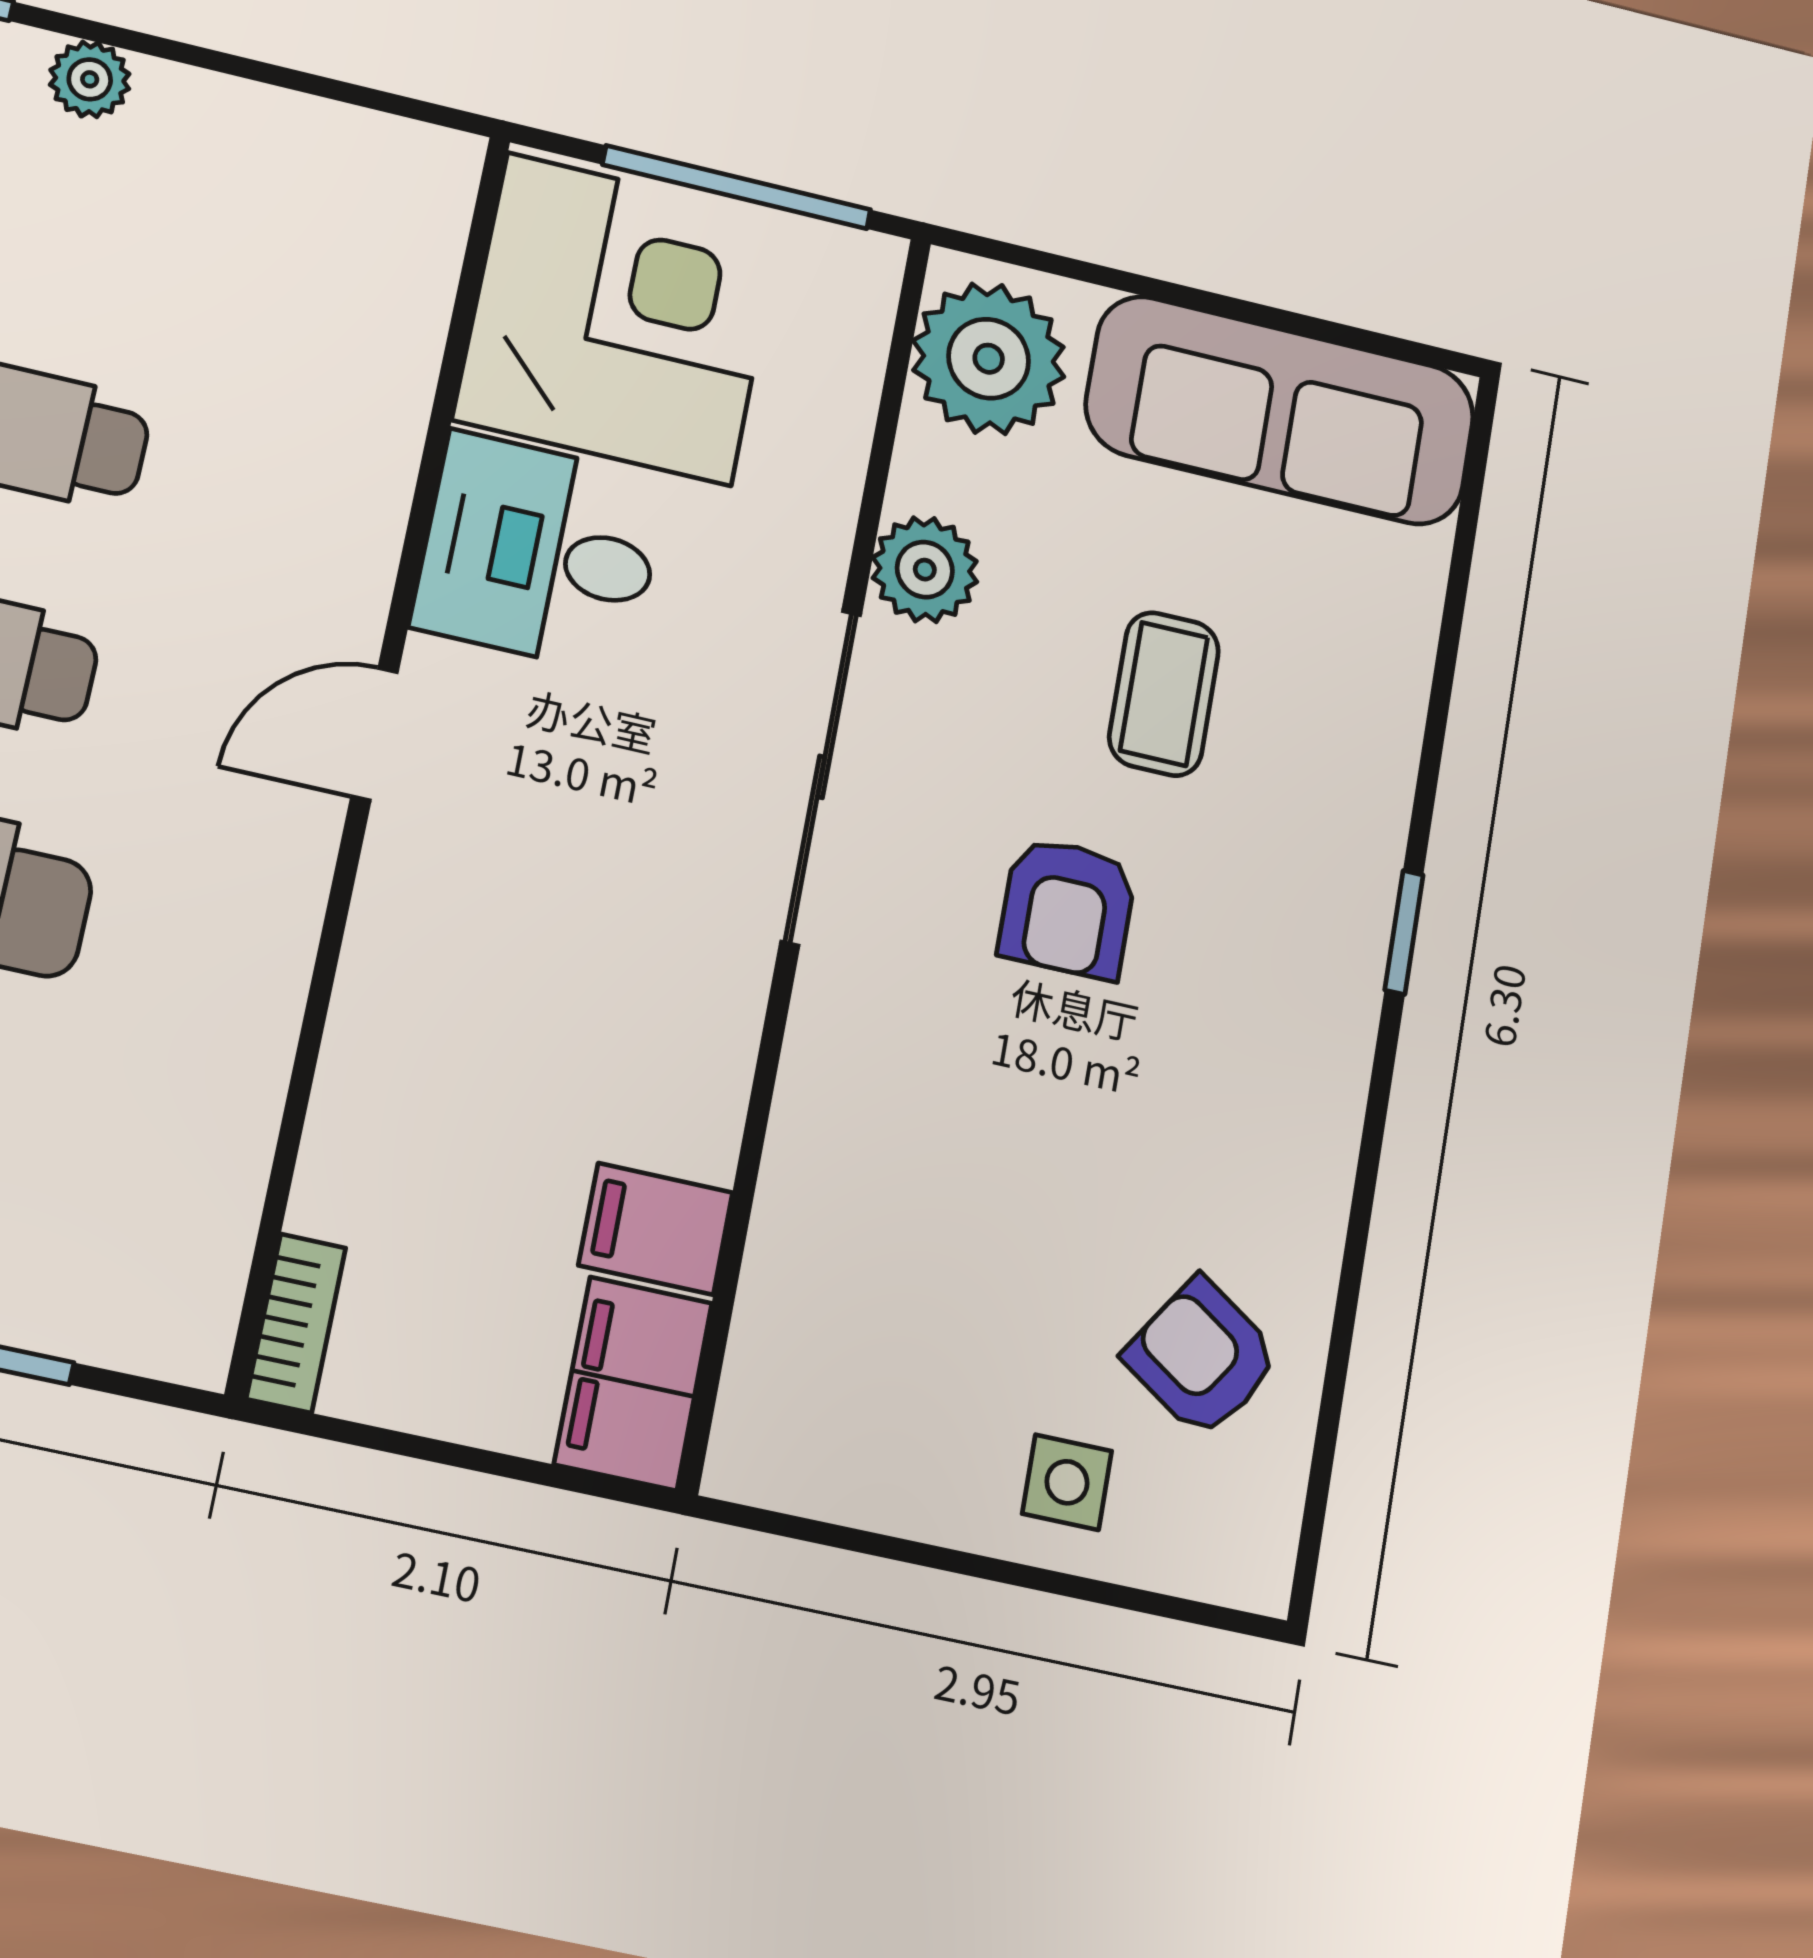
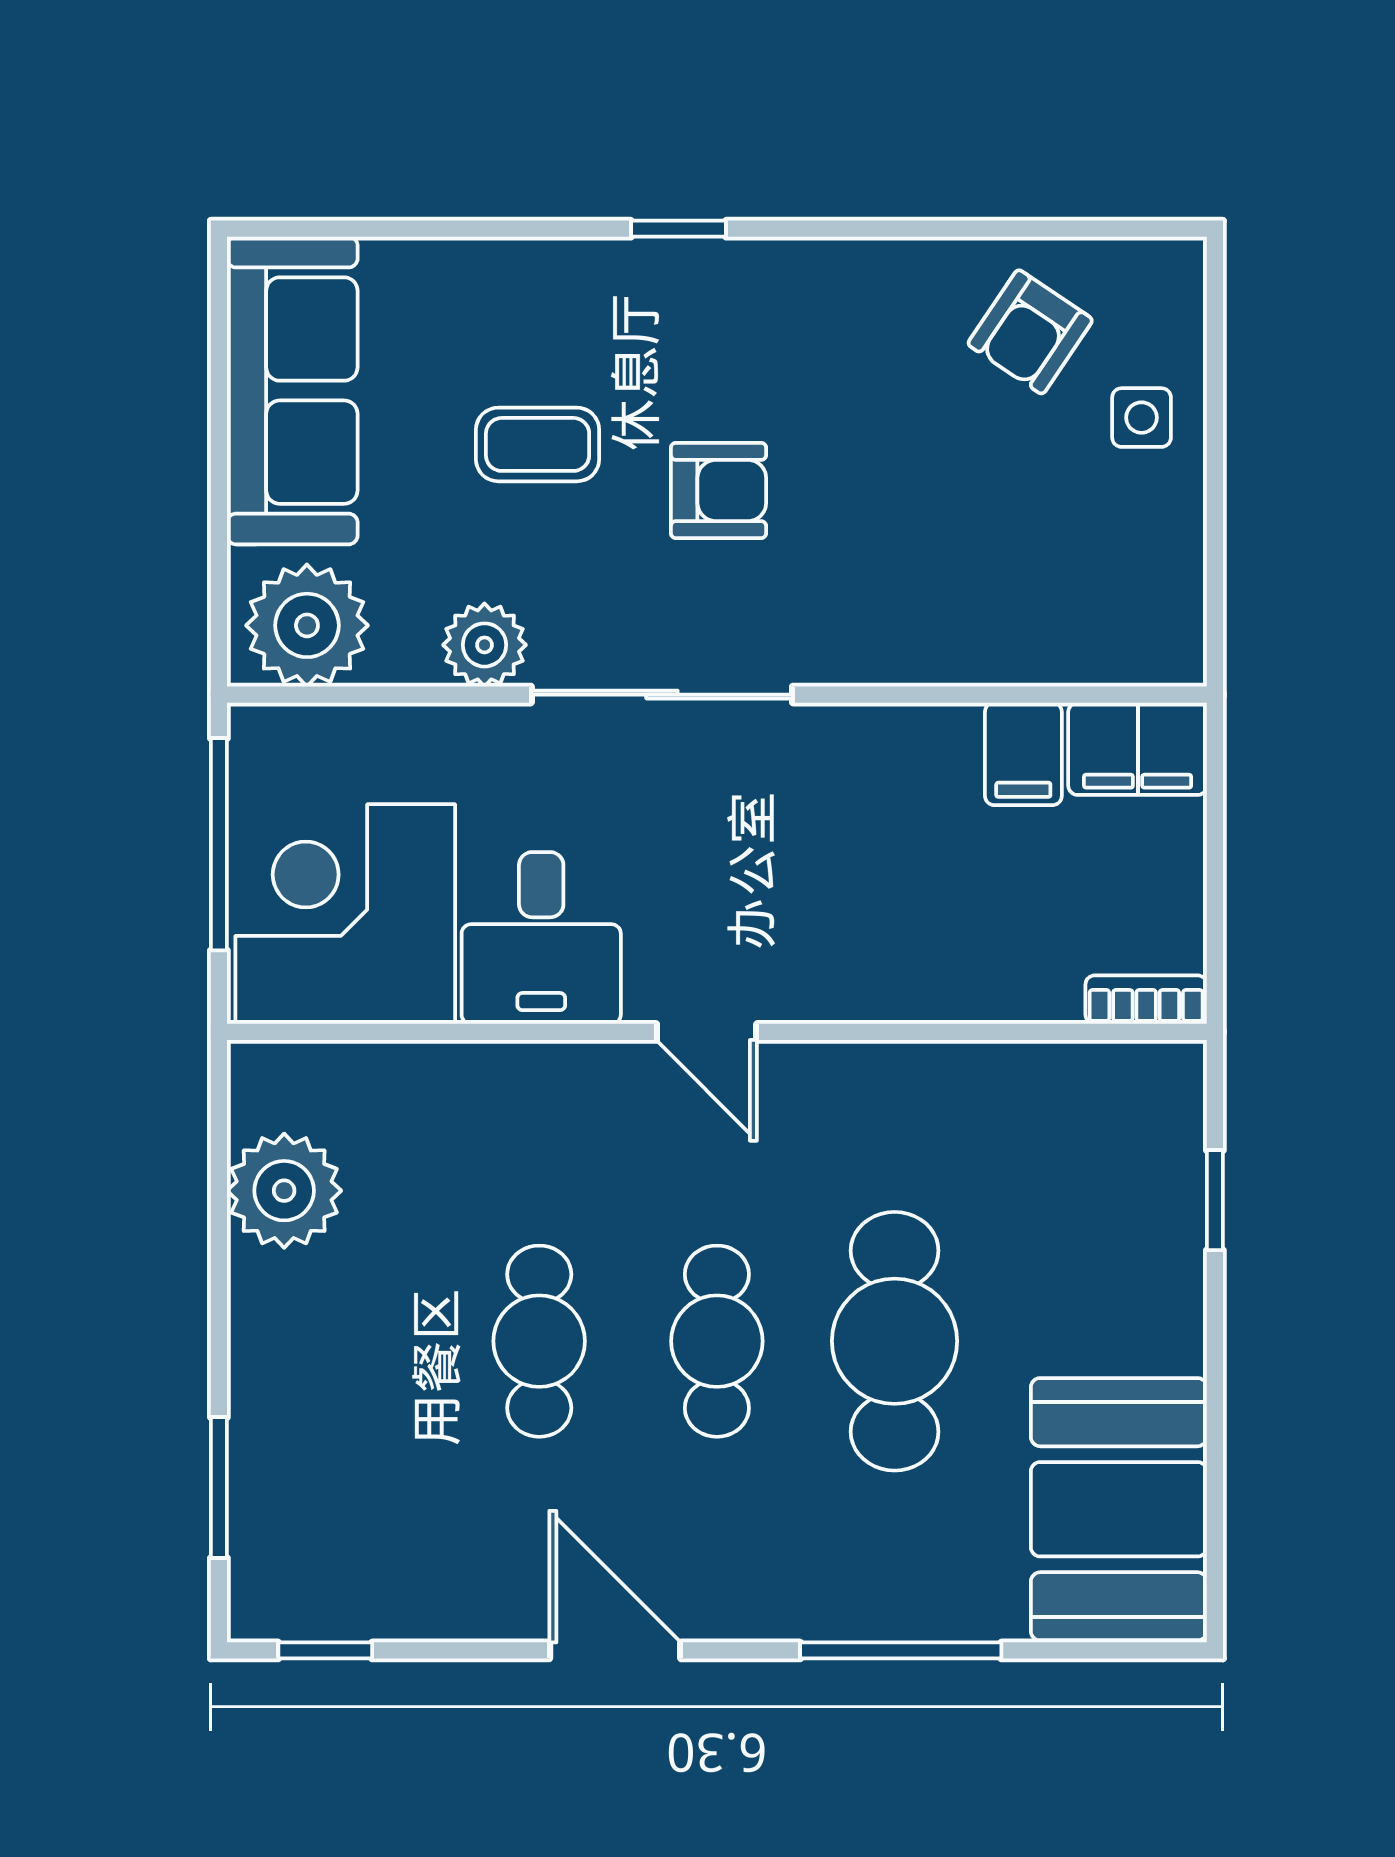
plant: (90, 79) -> (284, 1191), moved, width x1.87, depth x1.87

